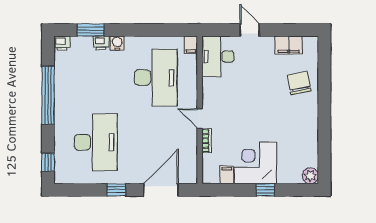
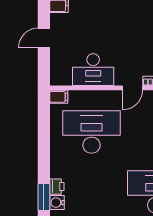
water cooler: (117, 43) -> (57, 203), moved
desk: (218, 56) -> (93, 70), moved

